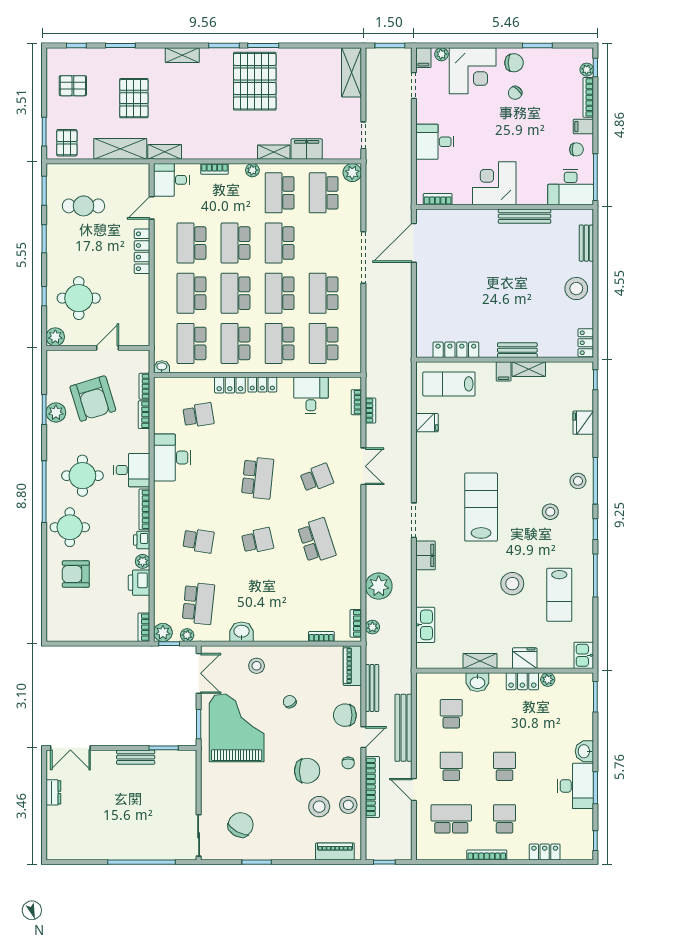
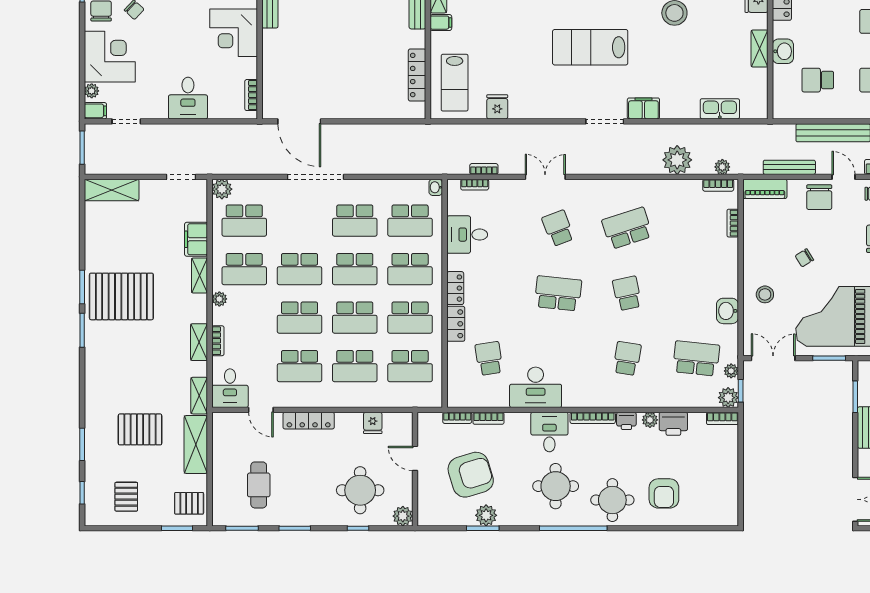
shelving: (182, 55) -> (199, 342), moved
fridge: (140, 310) -> (373, 423), added
washbasin: (162, 367) -> (436, 187), moved

